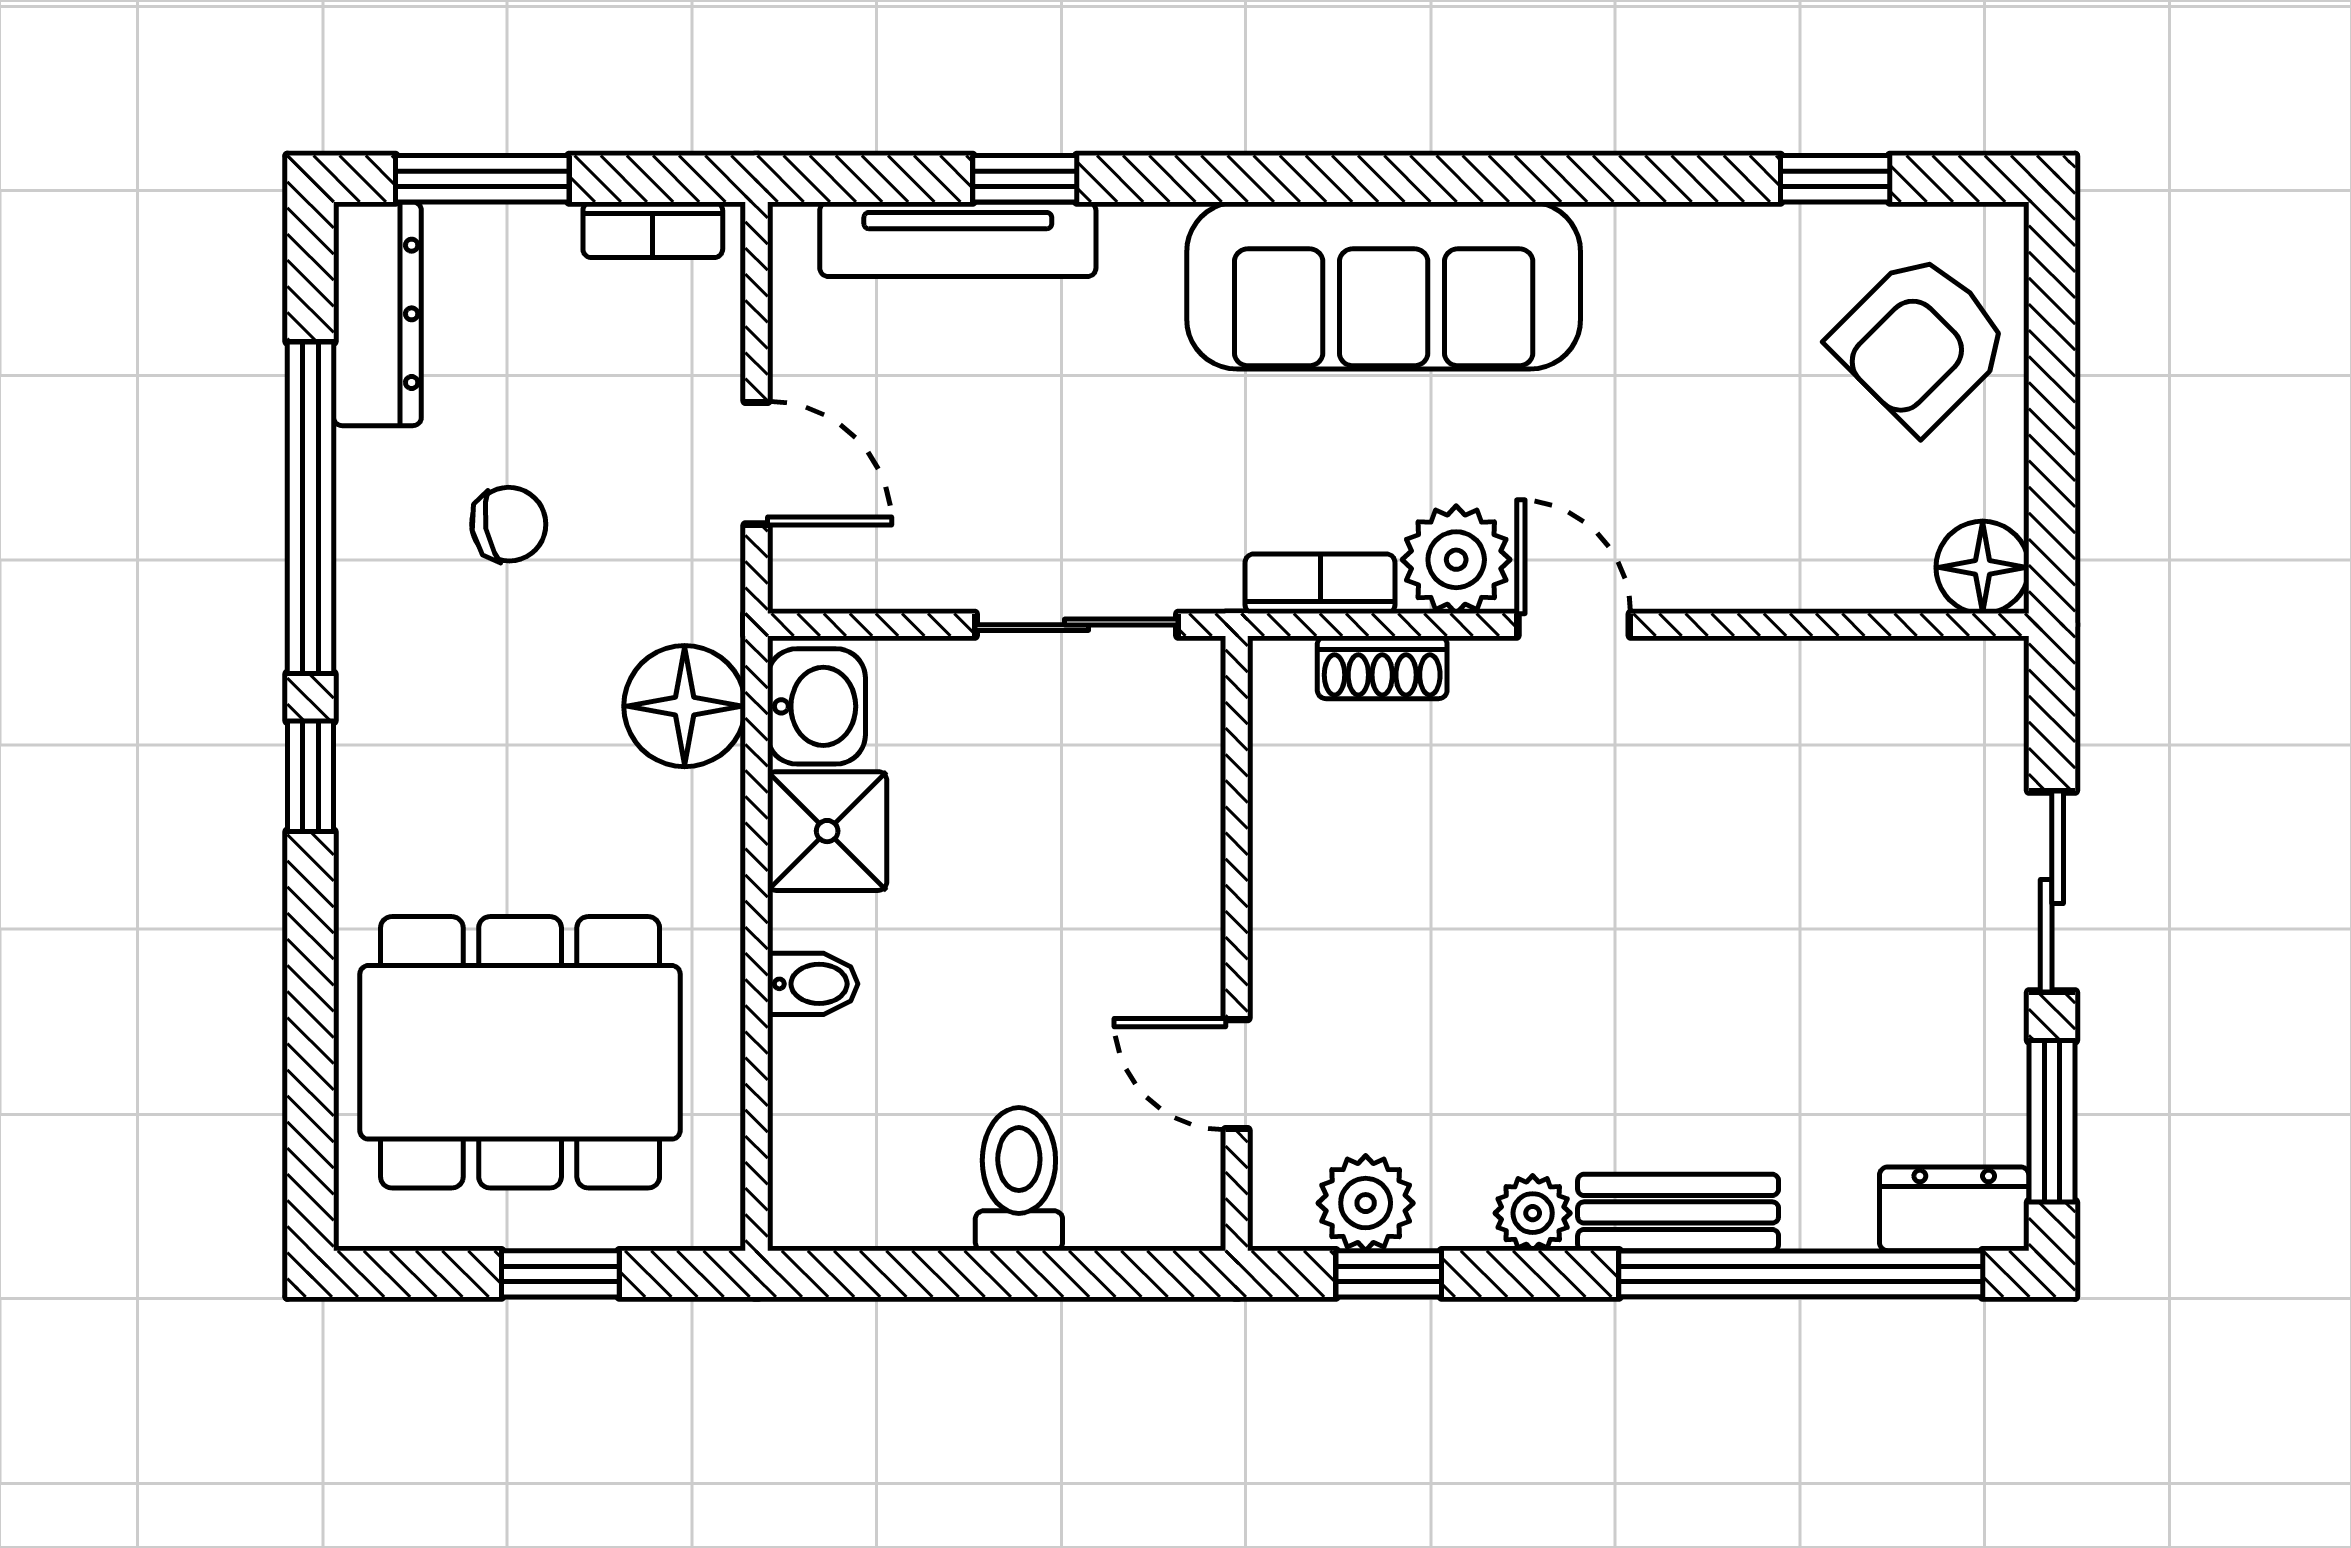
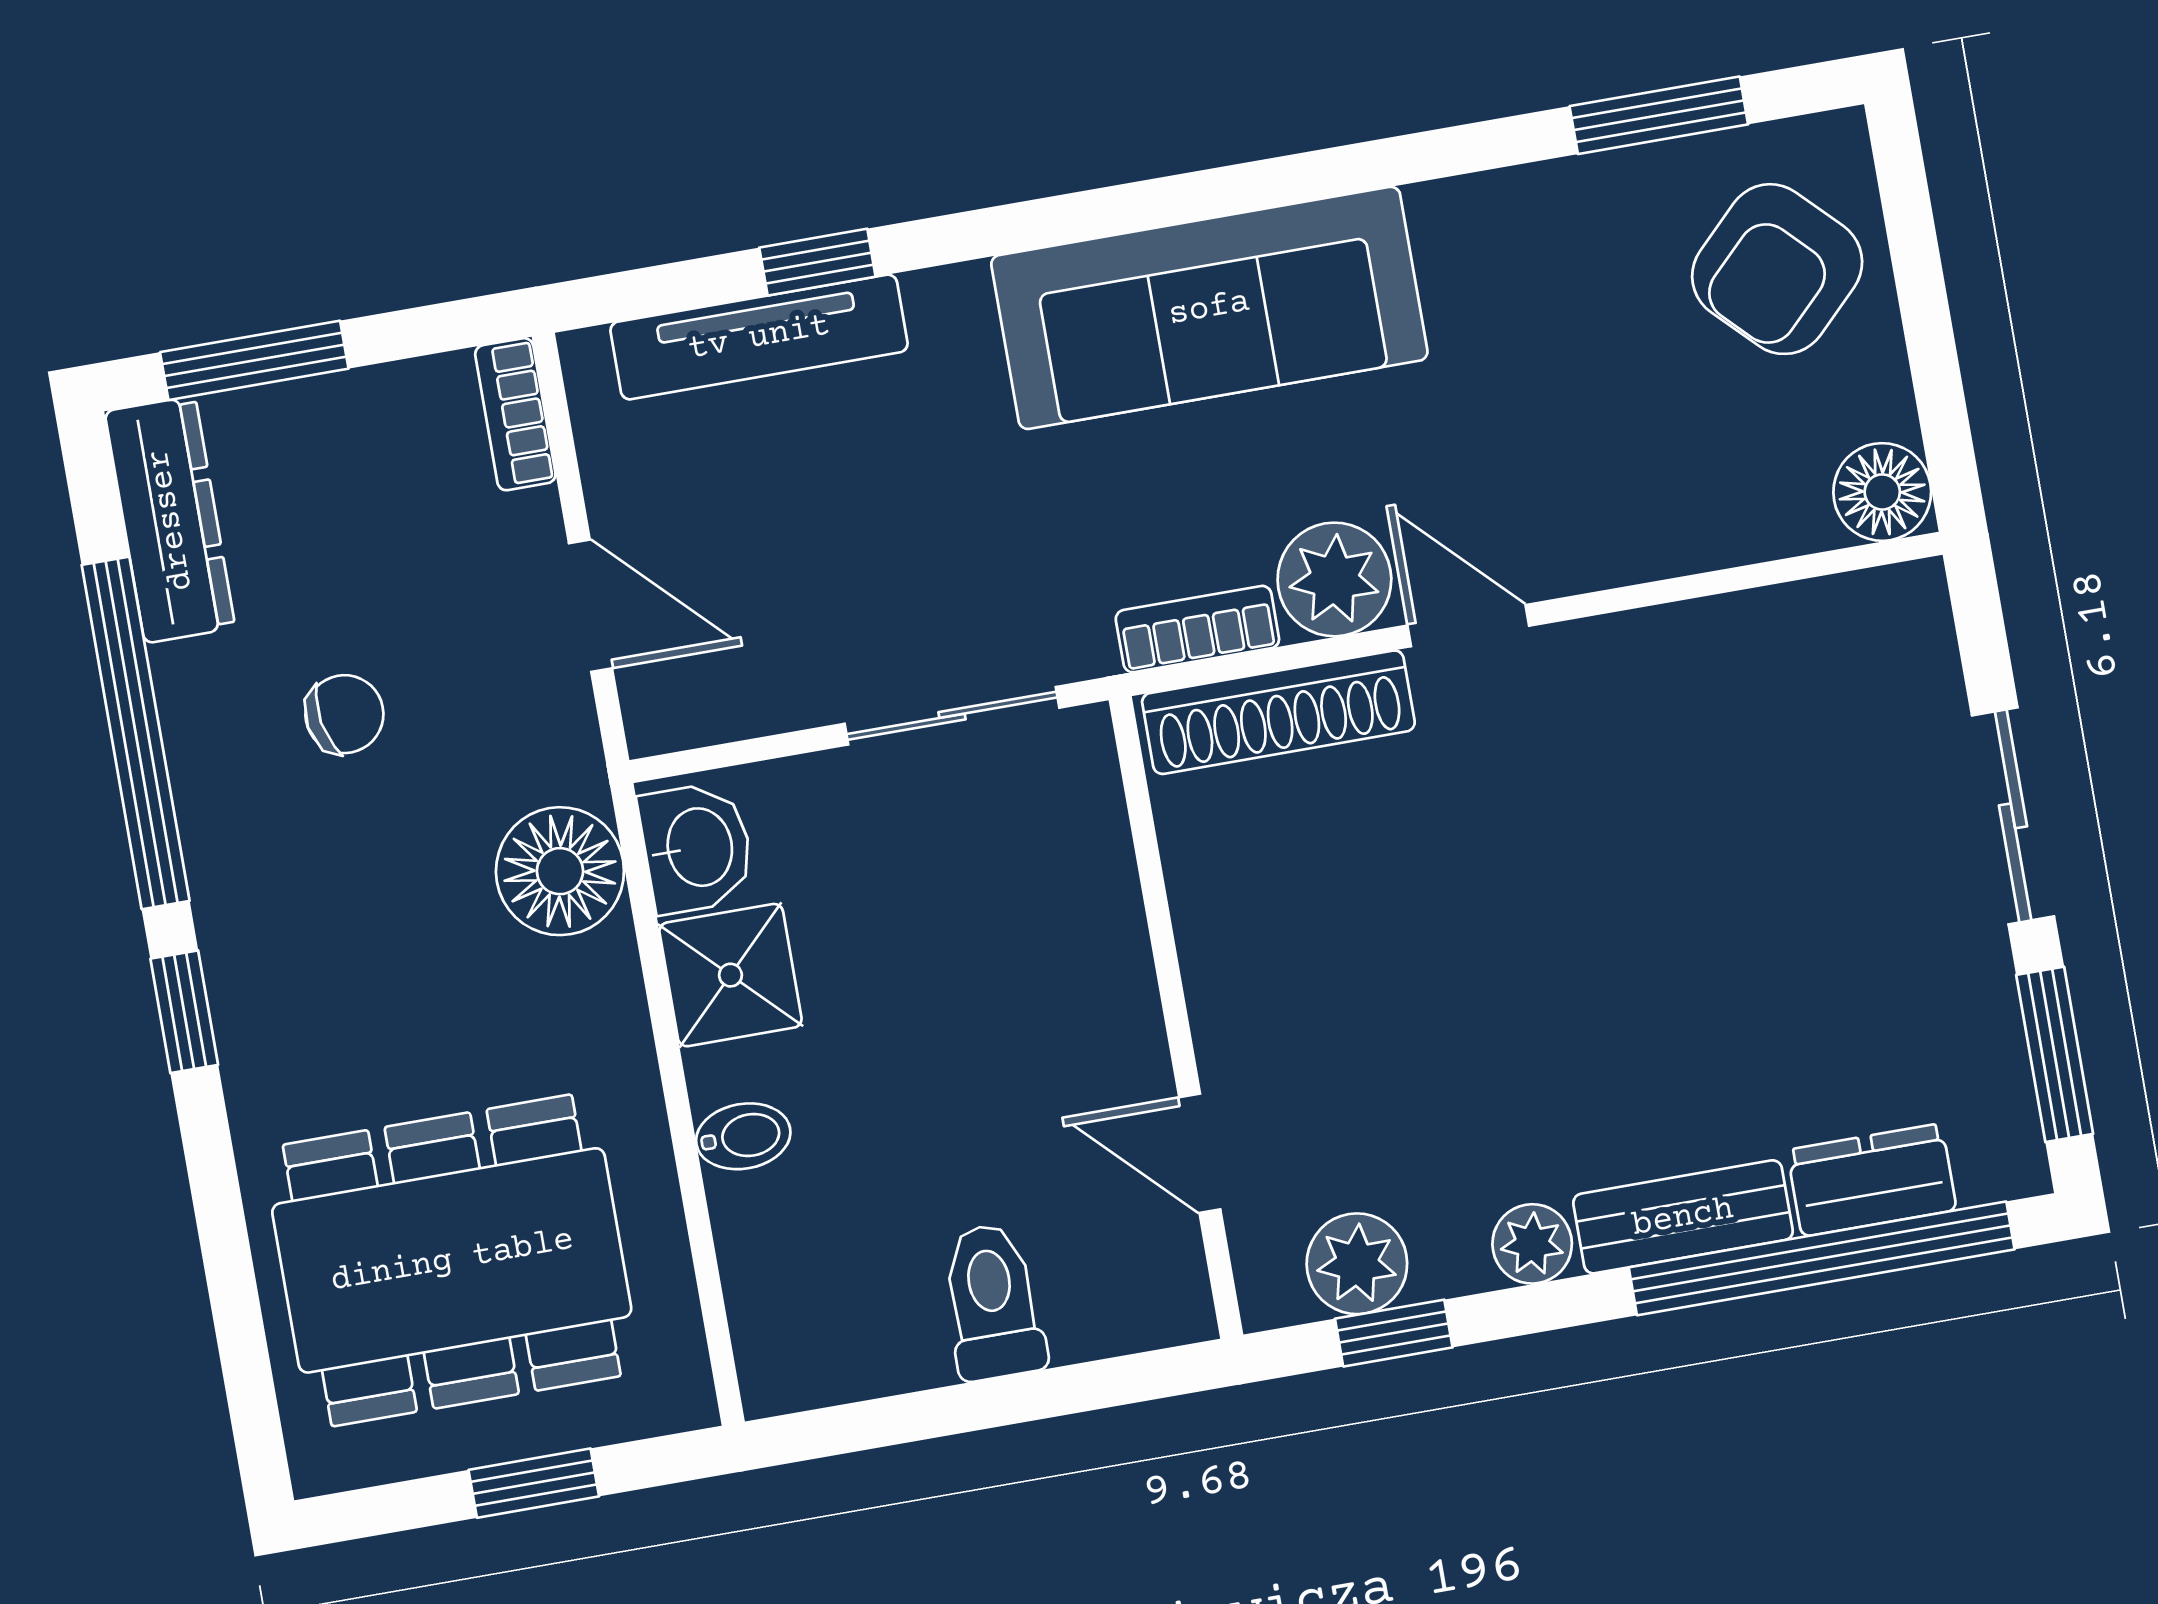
window: (1835, 179) -> (1659, 115), width x1.50
bookcase: (653, 230) -> (515, 414), moved, turned 90
shoe rack: (1382, 667) -> (1278, 712), width x1.94, depth x1.24
dresser: (1954, 1209) -> (1872, 1180), moved

